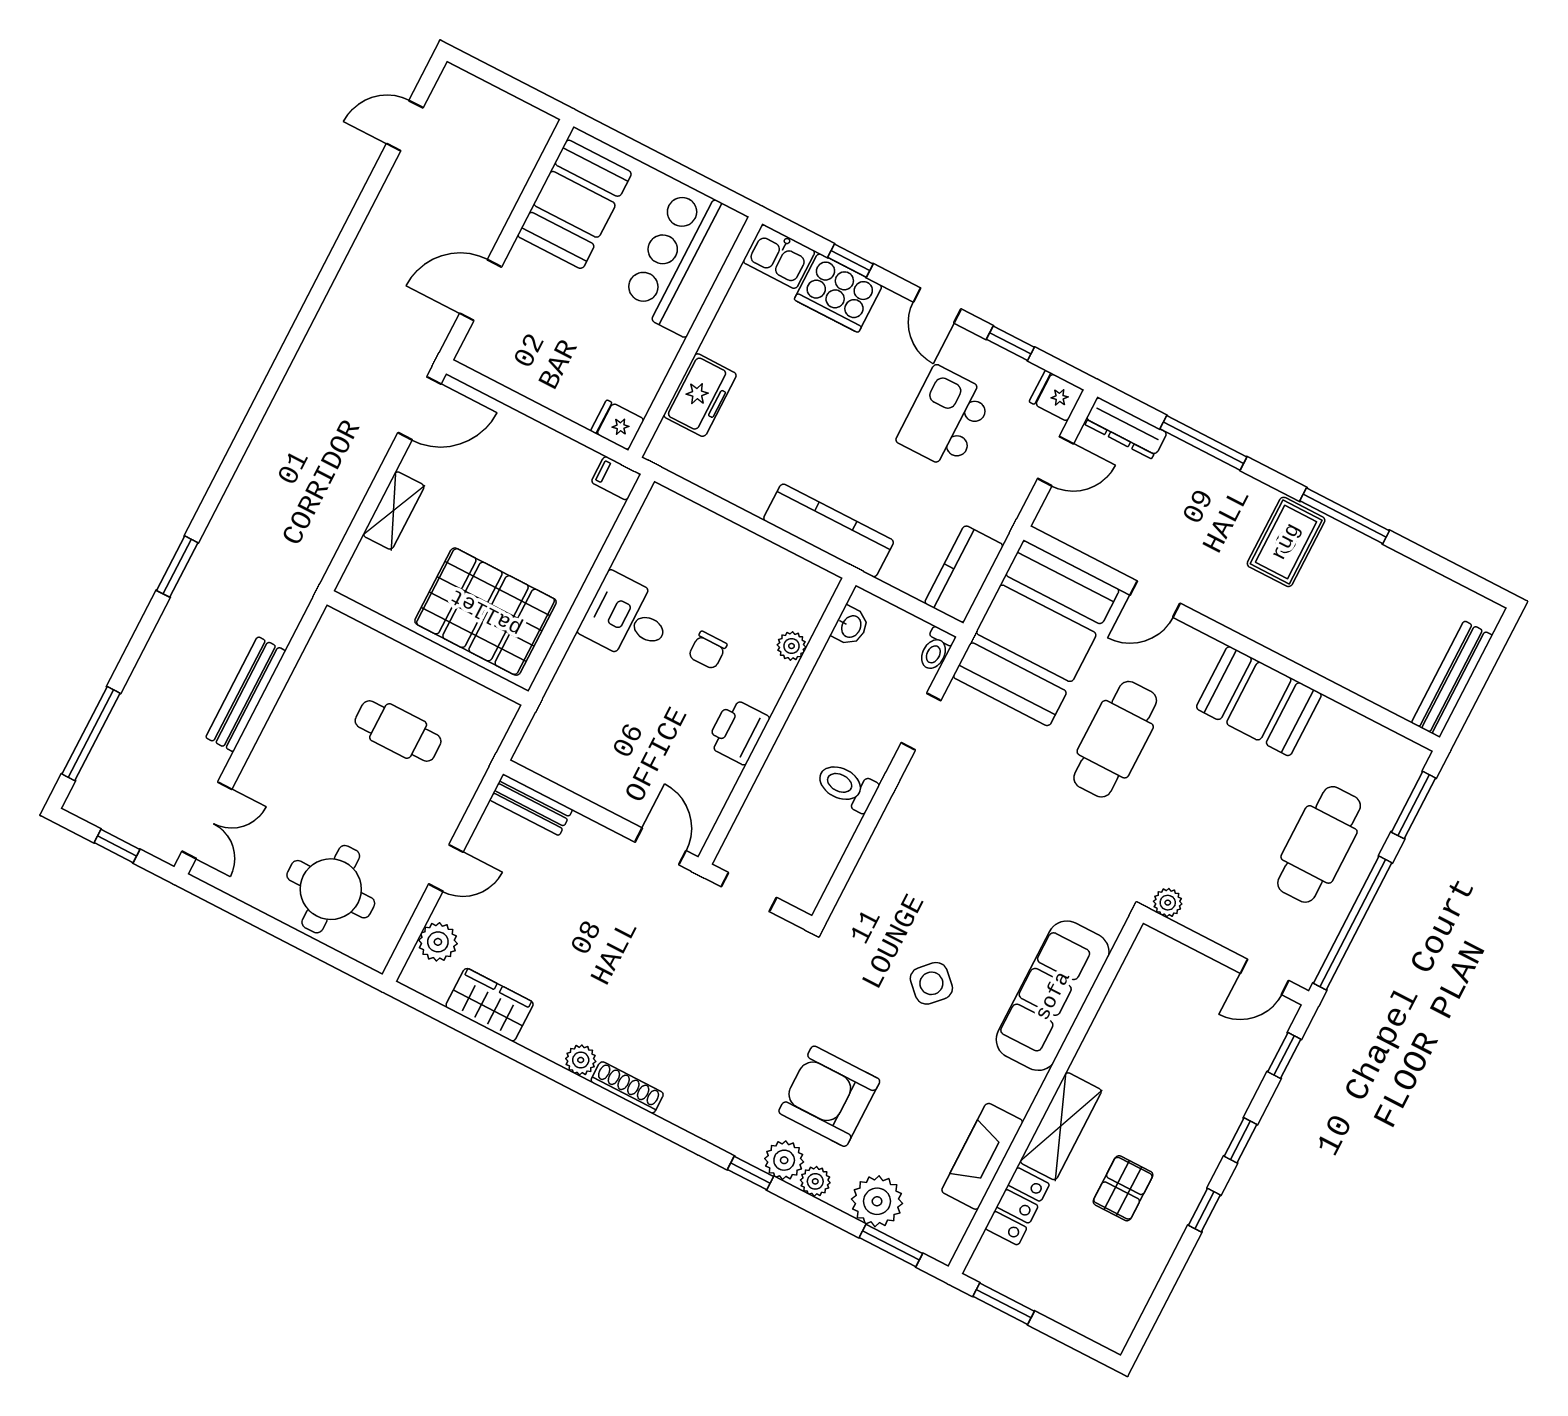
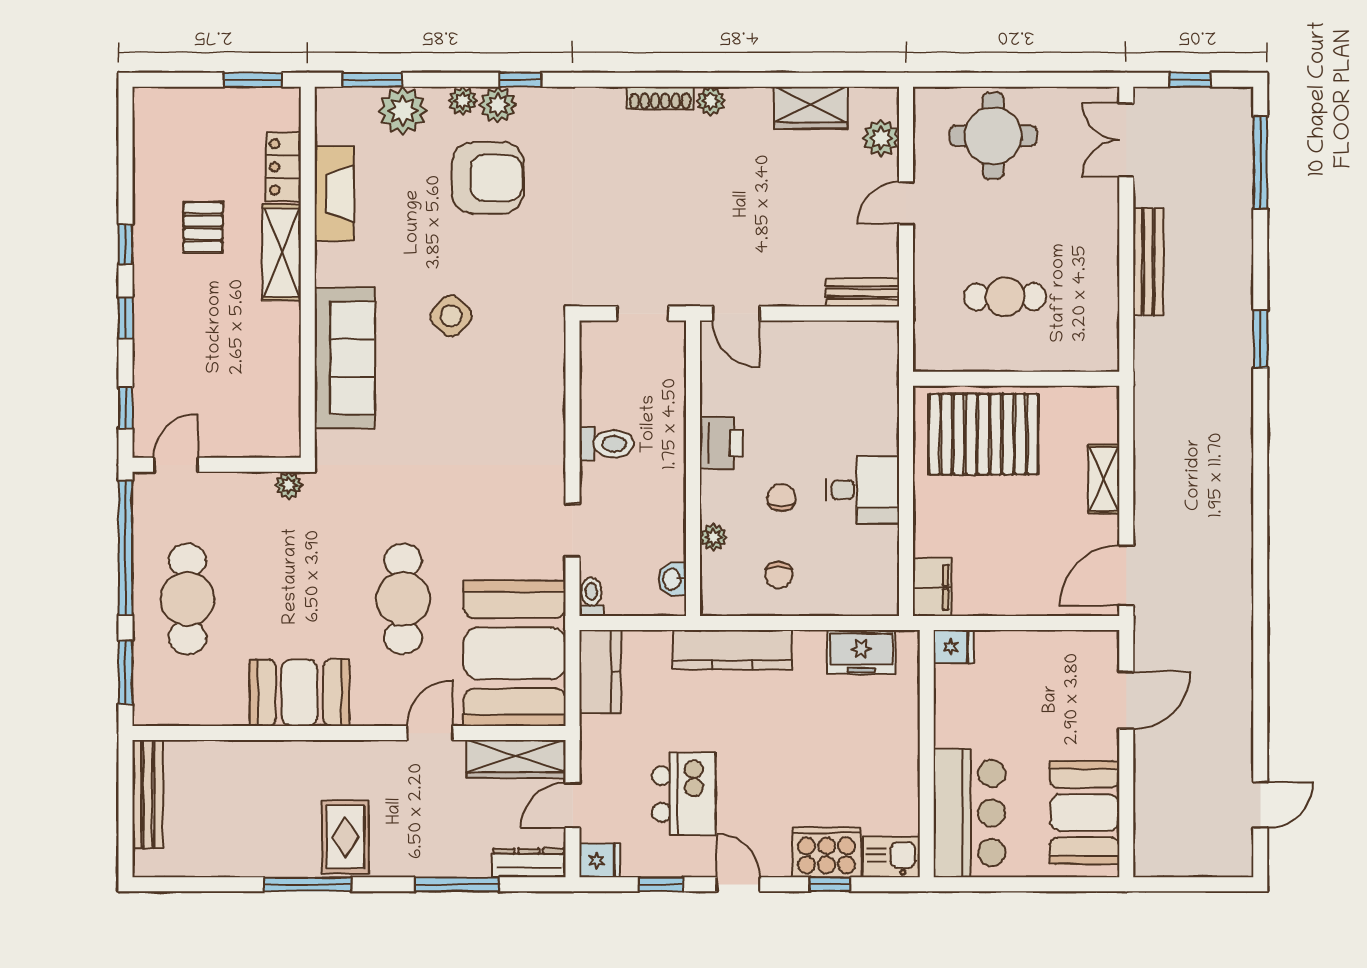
freezer: (700, 395) -> (861, 652), moved, turned -90
filing cabinet: (616, 478) -> (932, 587), width x2.00
wardrobe: (1086, 532) -> (516, 759), added
chair: (748, 578) -> (779, 575), added

